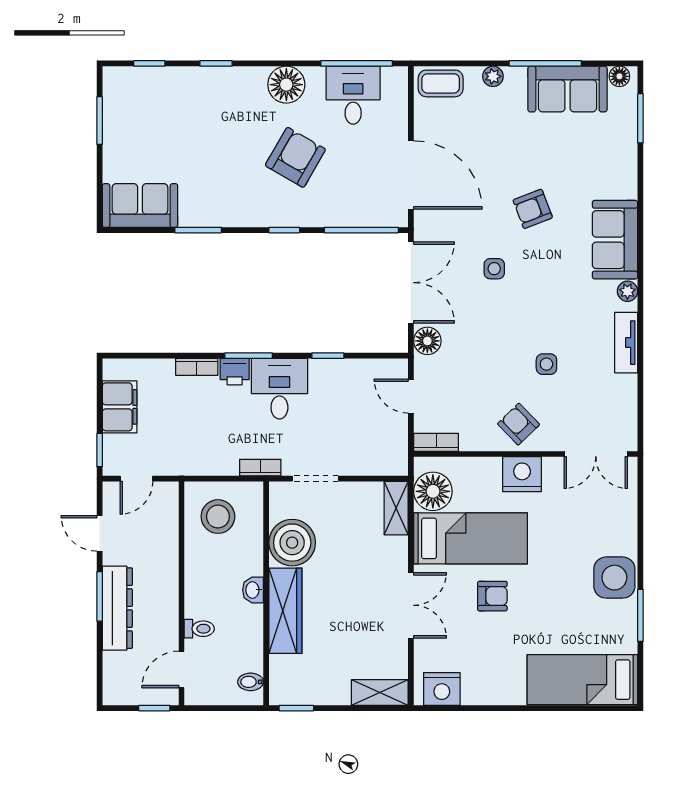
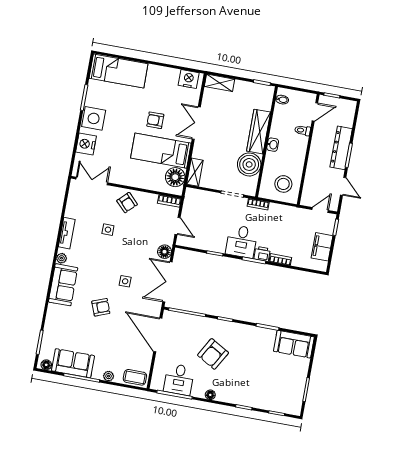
floor lamp: (286, 85) -> (210, 395), width x0.53, depth x0.53
nightstand: (522, 474) -> (86, 144), moved, turned 90

